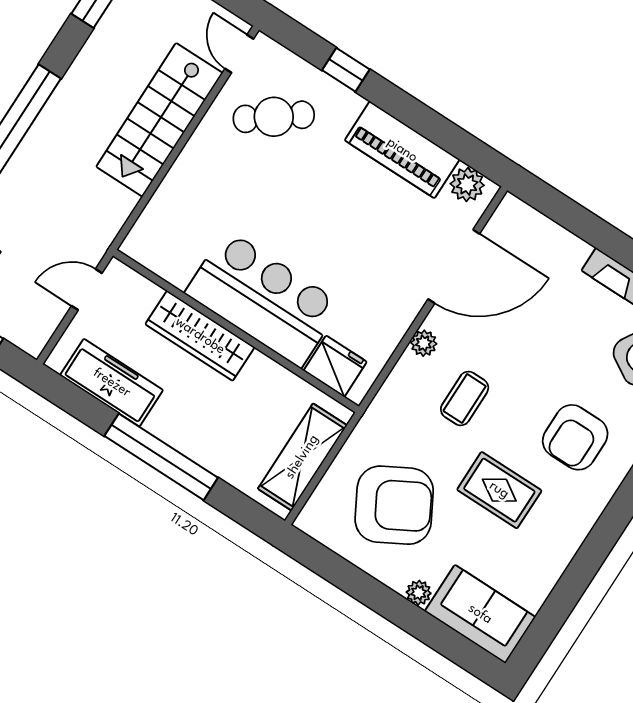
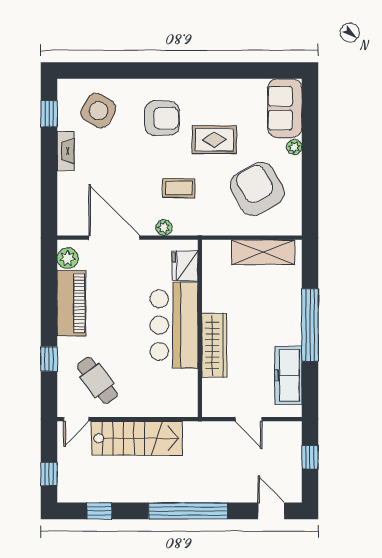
bar counter: (263, 299) -> (174, 325), moved
wall: (236, 331) -> (200, 328), moved
wardrobe: (200, 336) -> (214, 345), moved
fridge: (335, 366) -> (185, 266), moved
rug: (499, 490) -> (214, 140), turned 90

